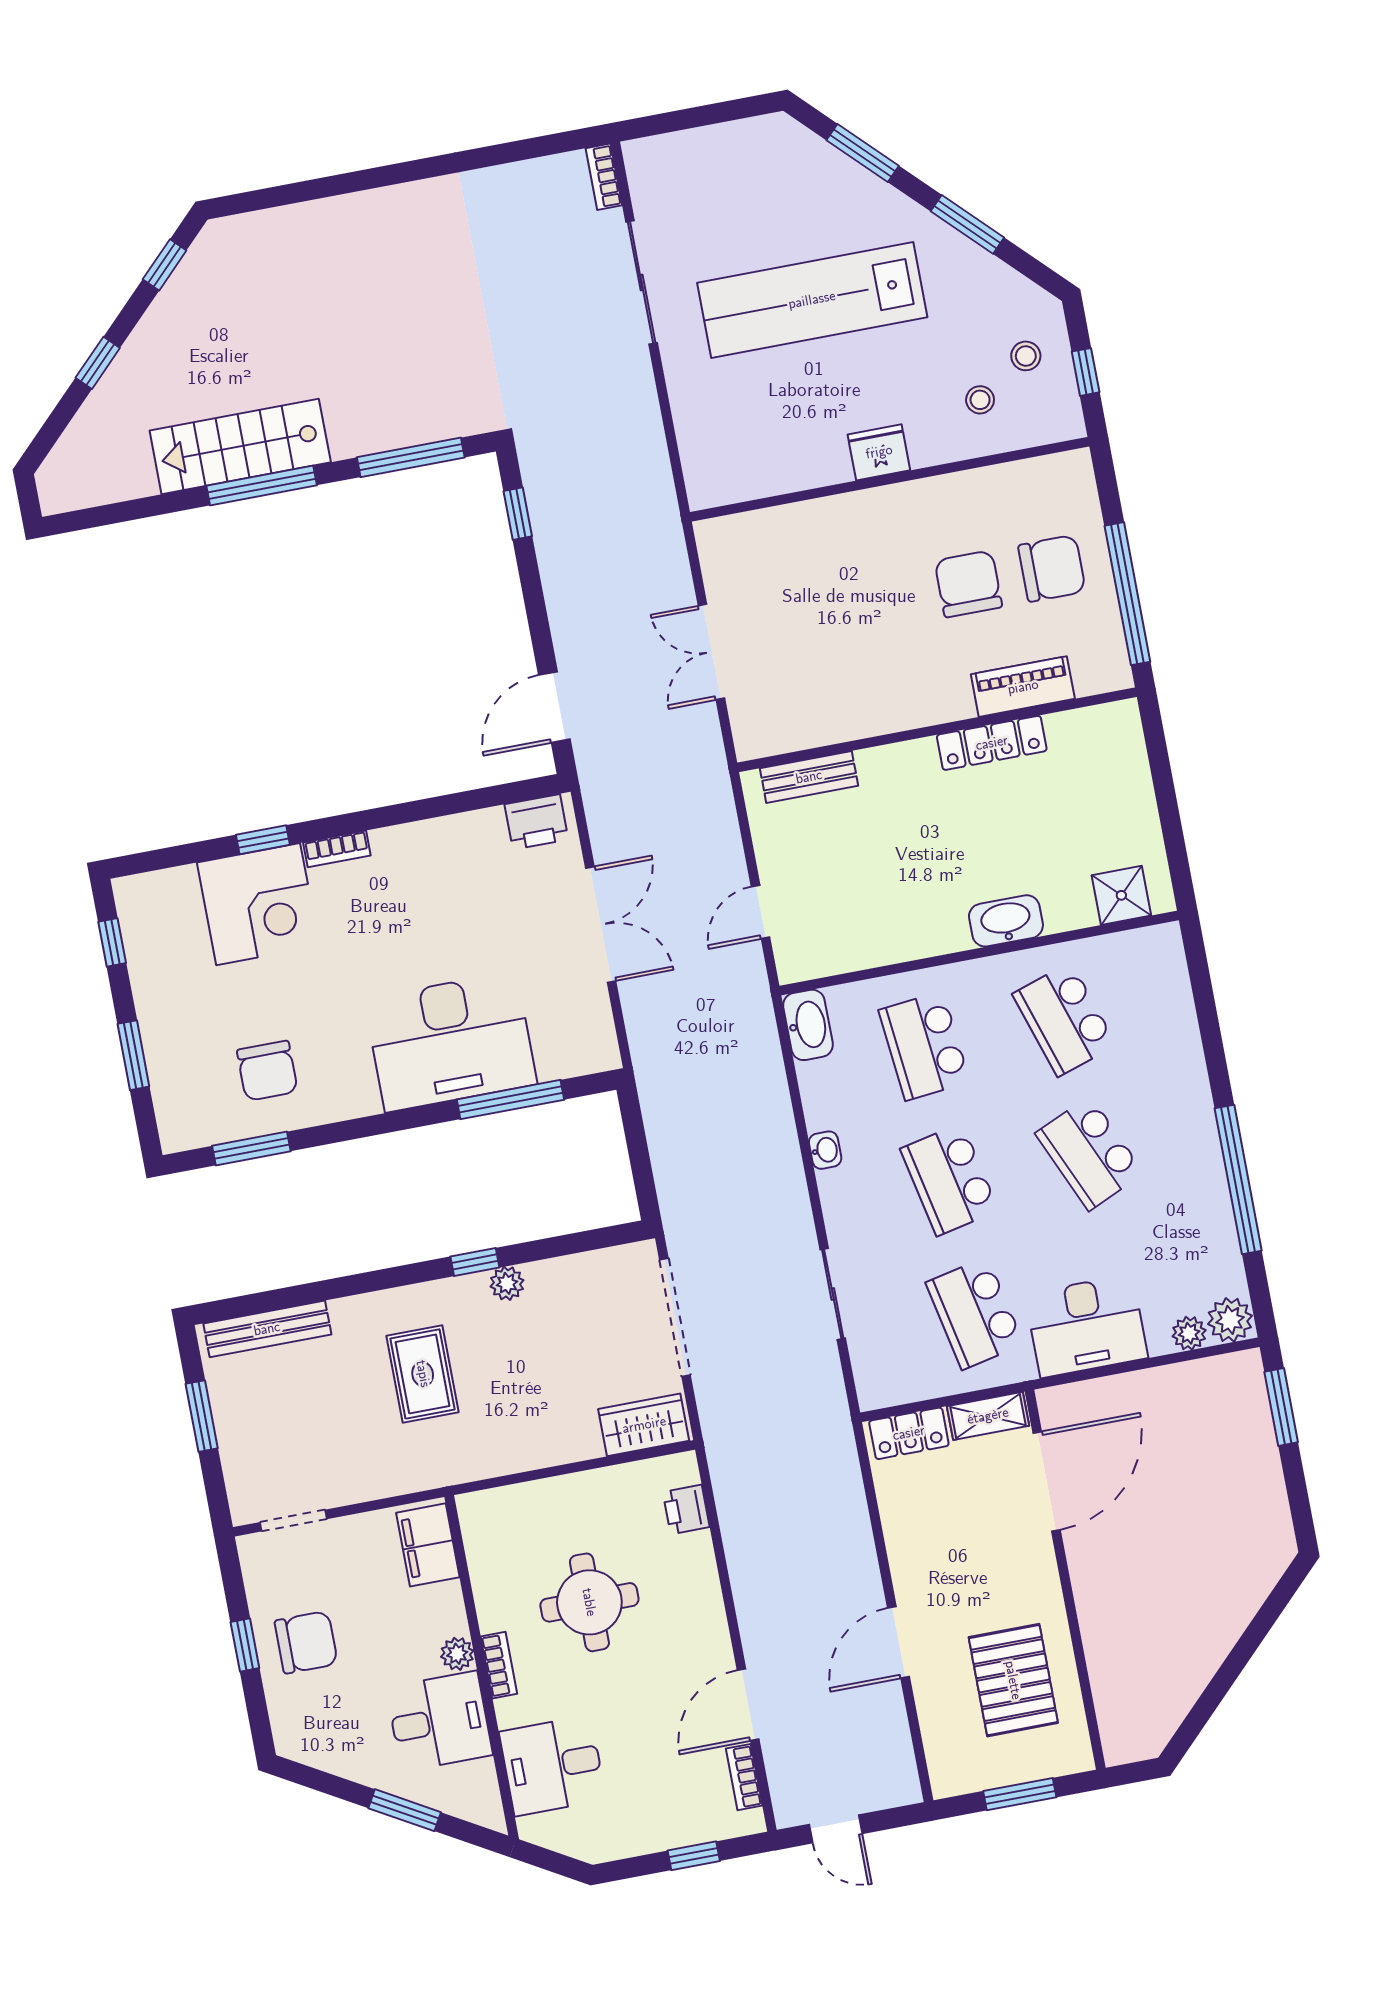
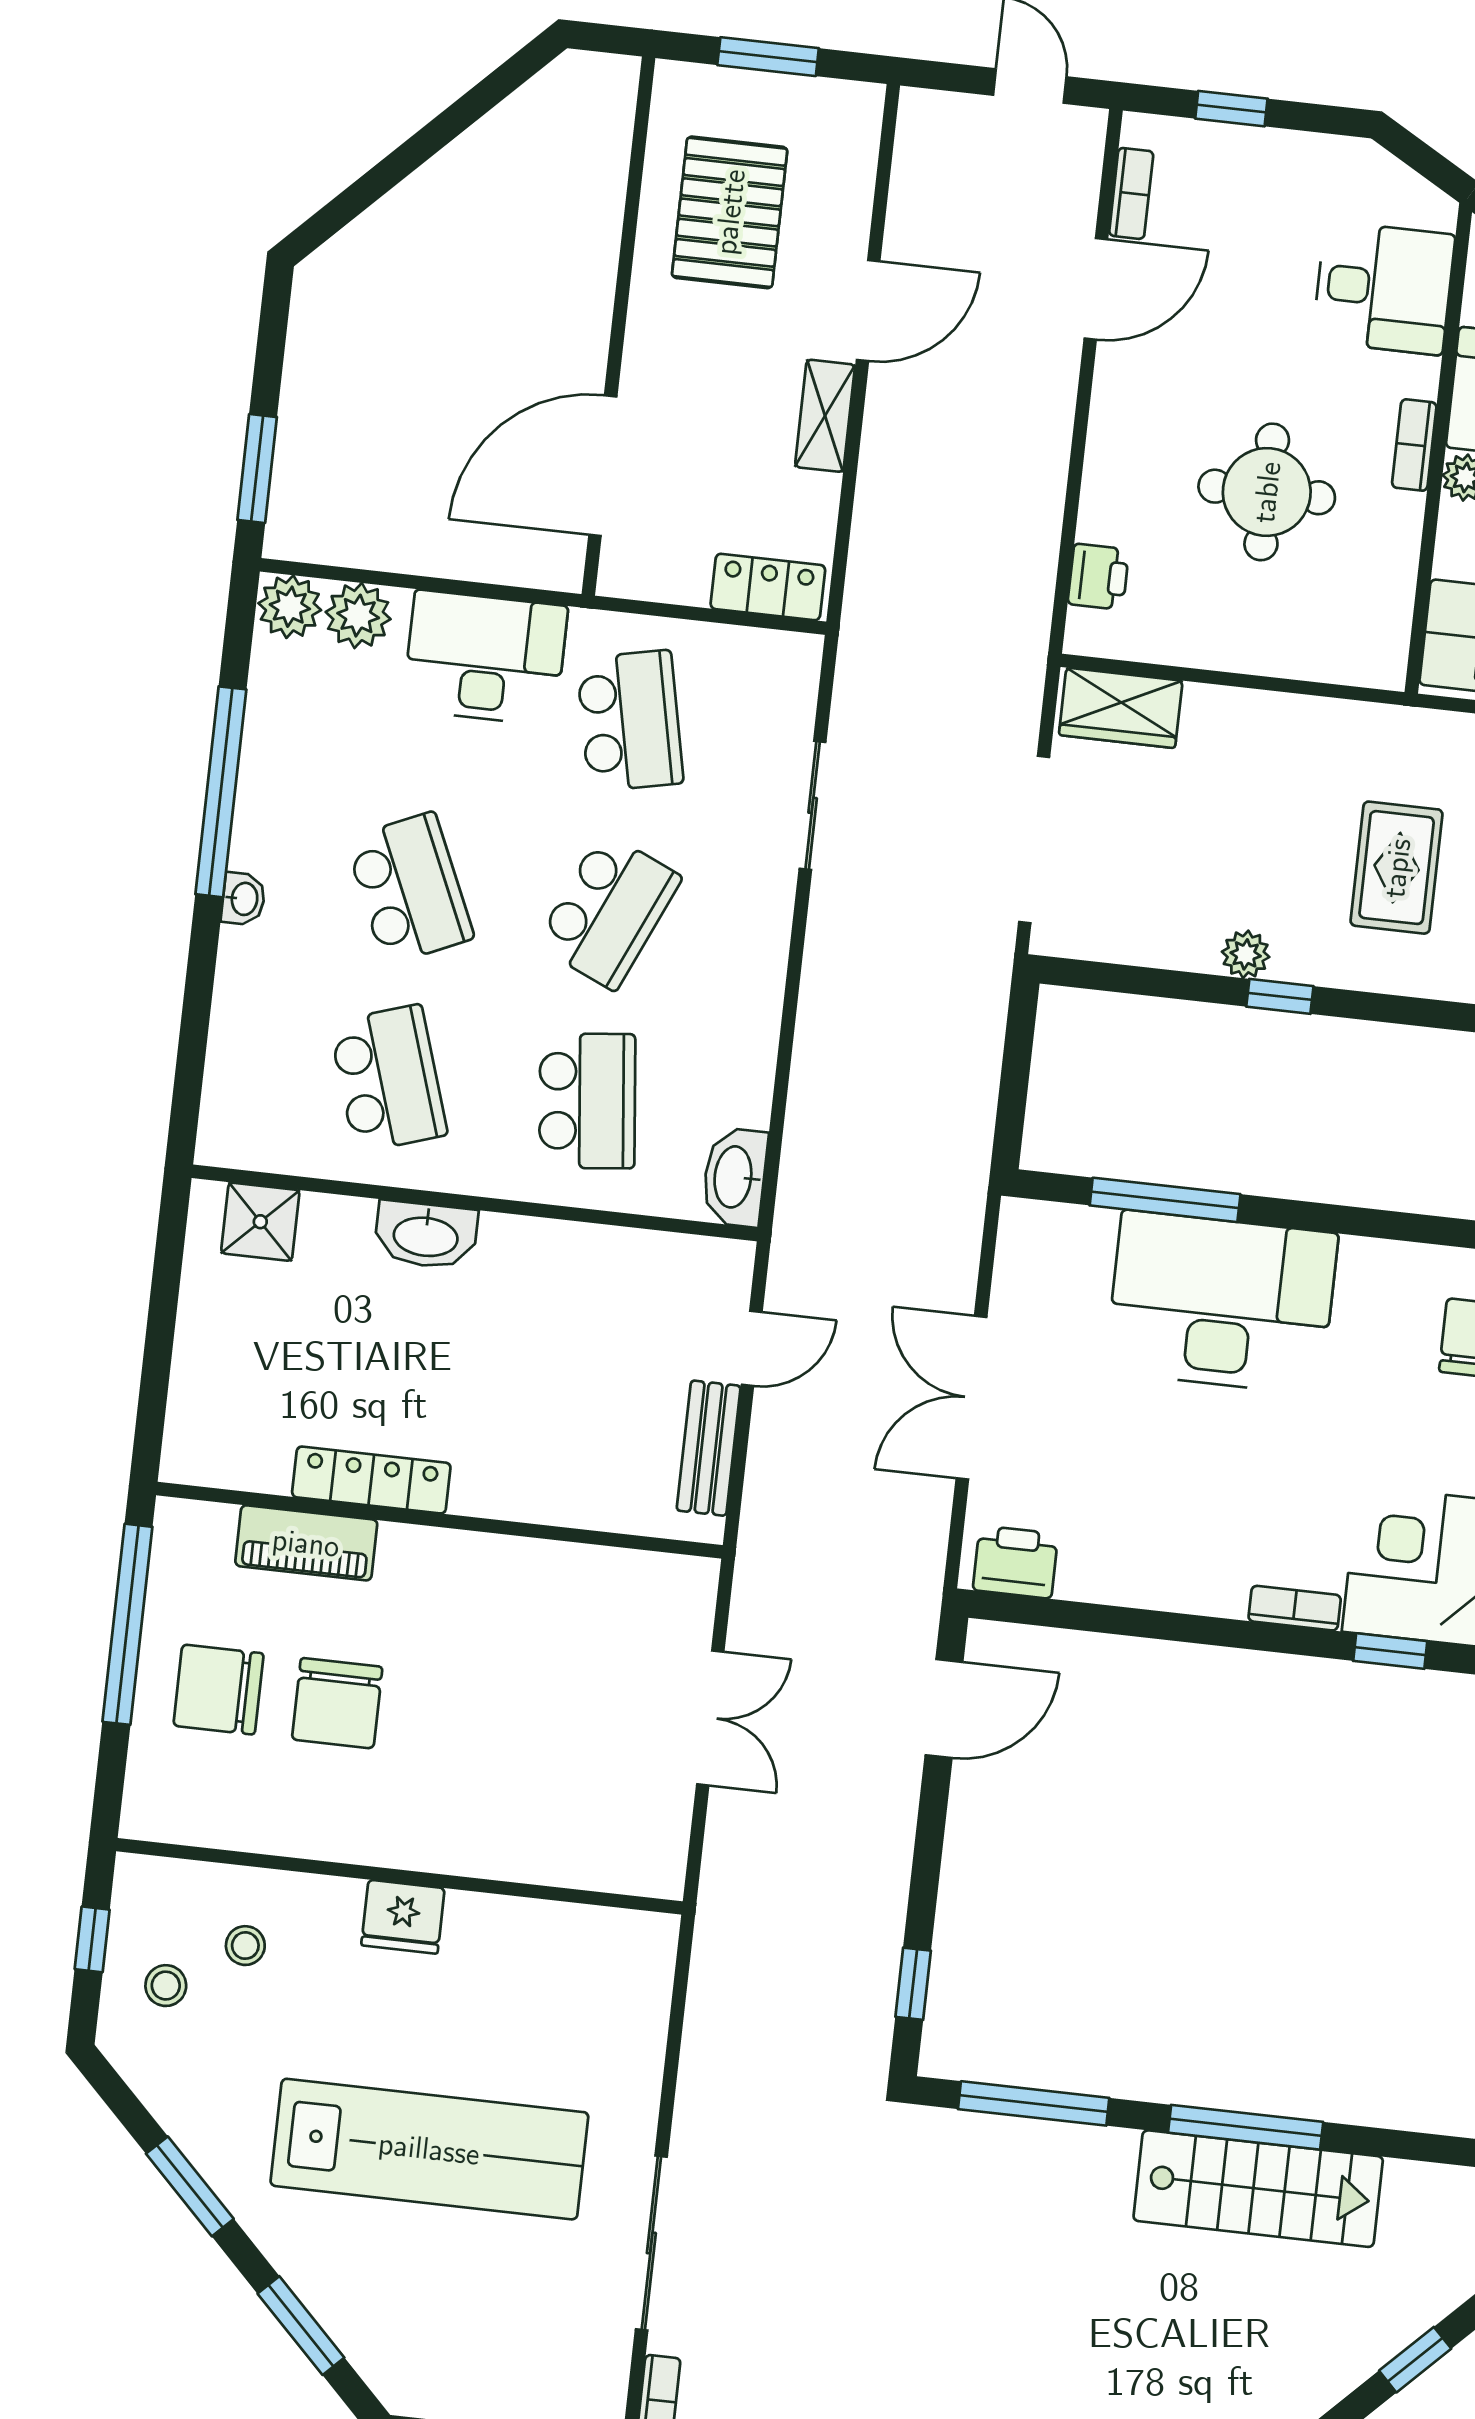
bench: (809, 777) -> (709, 1448), moved, turned 90
washbasin: (825, 1150) -> (243, 899), moved, turned 180
school desk: (949, 1180) -> (609, 911), turned 36
plant: (1189, 1333) -> (358, 616), width x1.38, depth x1.38
shelving: (988, 1416) -> (825, 416), moved, turned 90

